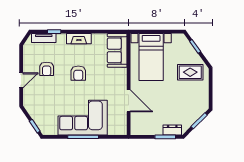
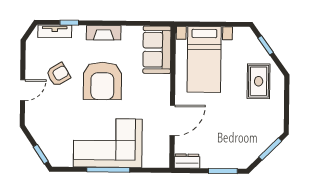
armchair: (47, 69) -> (58, 74), turned -121
rug: (190, 72) -> (259, 81), turned 90
armchair: (78, 73) -> (102, 81), width x1.88, depth x1.88
door: (129, 101) -> (172, 120), hinge flipped
dresser: (172, 130) -> (187, 161), moved

